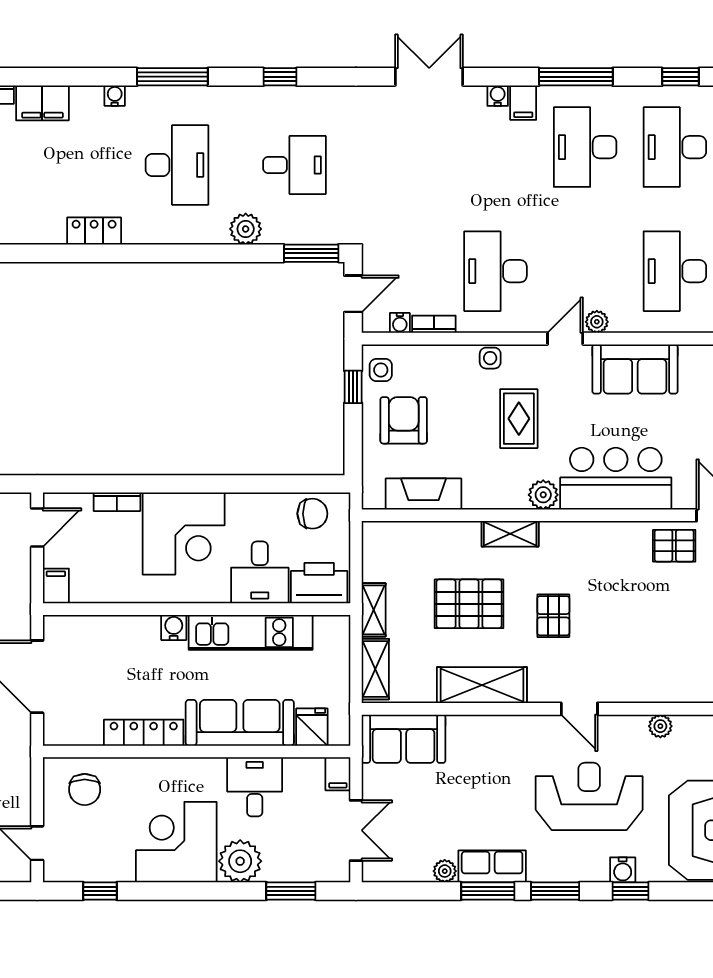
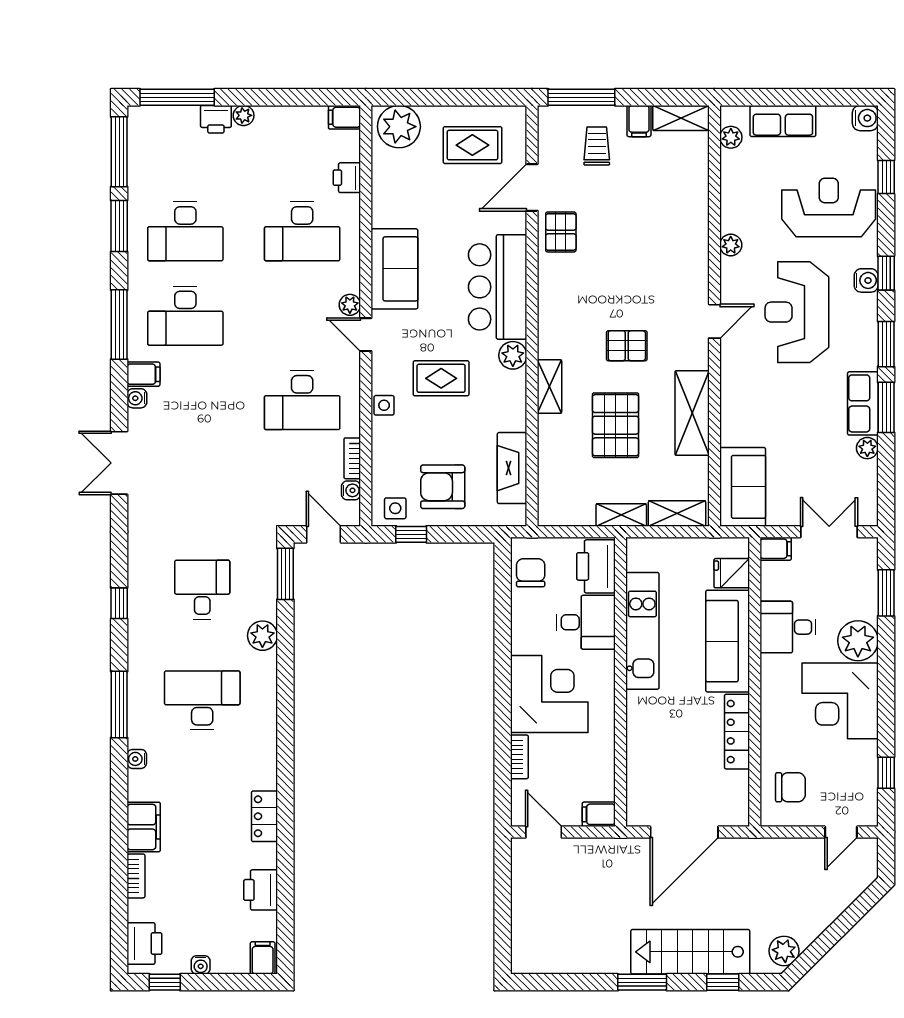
window: (681, 77) -> (119, 226), width x1.50
locker: (94, 231) -> (264, 816), moved
water cooler: (174, 627) -> (638, 703), removed

